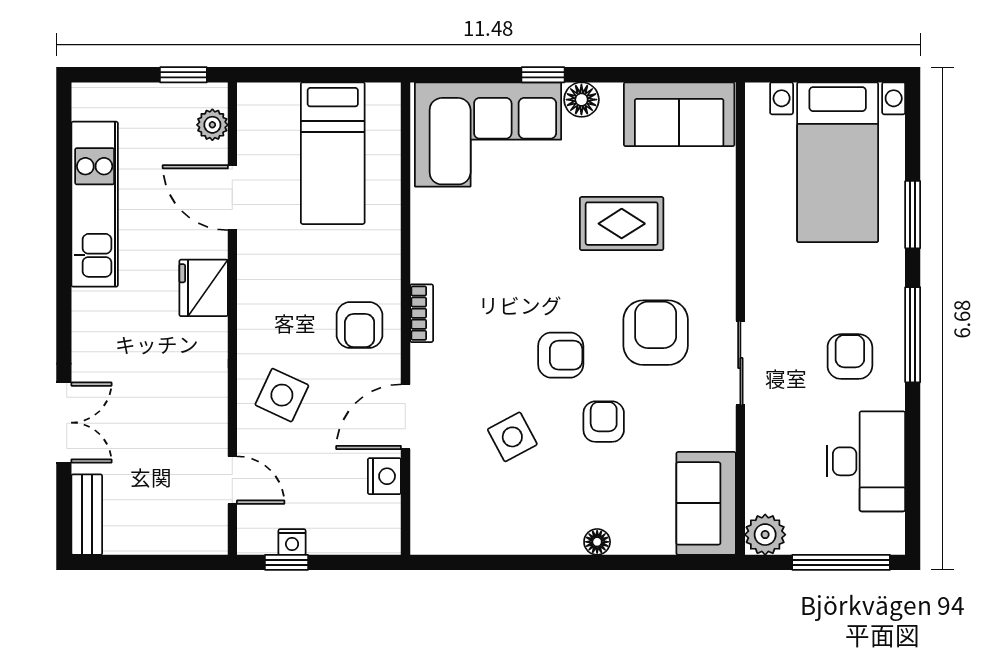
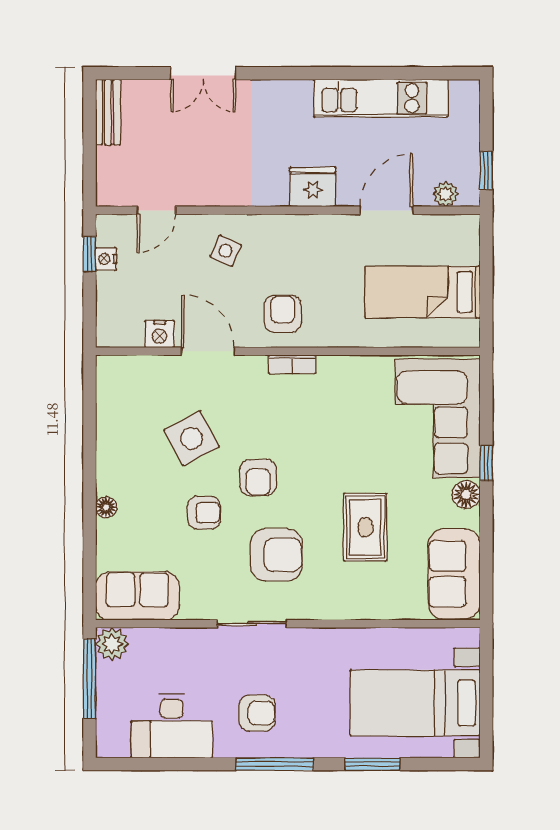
armchair: (360, 325) -> (283, 314), turned 90
side table: (282, 395) -> (226, 251), width x0.73, depth x0.73
side table: (512, 437) -> (192, 438), width x1.37, depth x1.37
bench: (87, 515) -> (108, 112), moved, turned 90
window: (841, 562) -> (89, 679), moved

